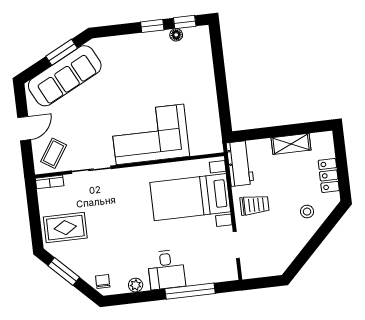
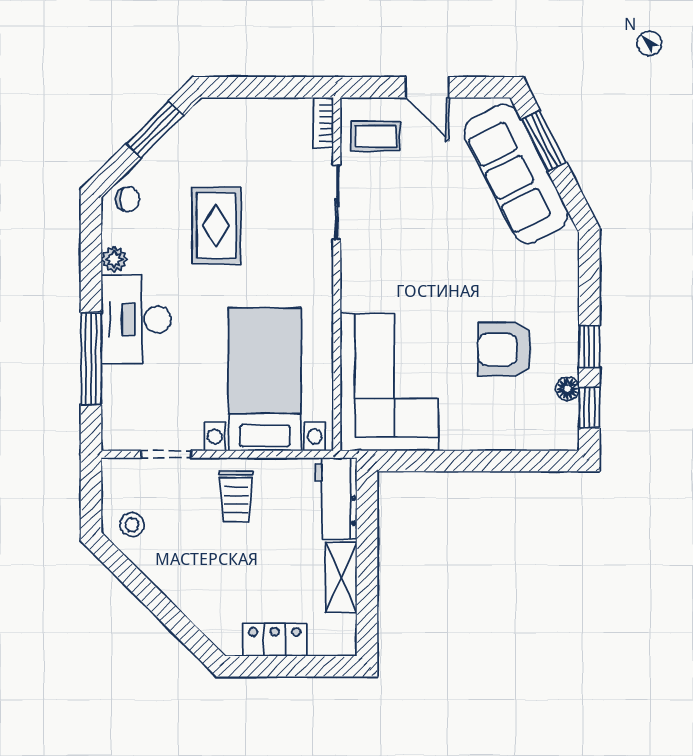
window: (62, 52) -> (544, 141), moved
armchair: (159, 71) -> (505, 349), added
corner sofa: (150, 134) -> (389, 382), moved
coffee table: (54, 153) -> (375, 136), turned -33
workbench: (240, 163) -> (336, 498), moved, turned 90
stool: (307, 212) -> (132, 525), moved
rug: (65, 228) -> (216, 225), moved
desk: (166, 270) -> (136, 319), width x1.37

